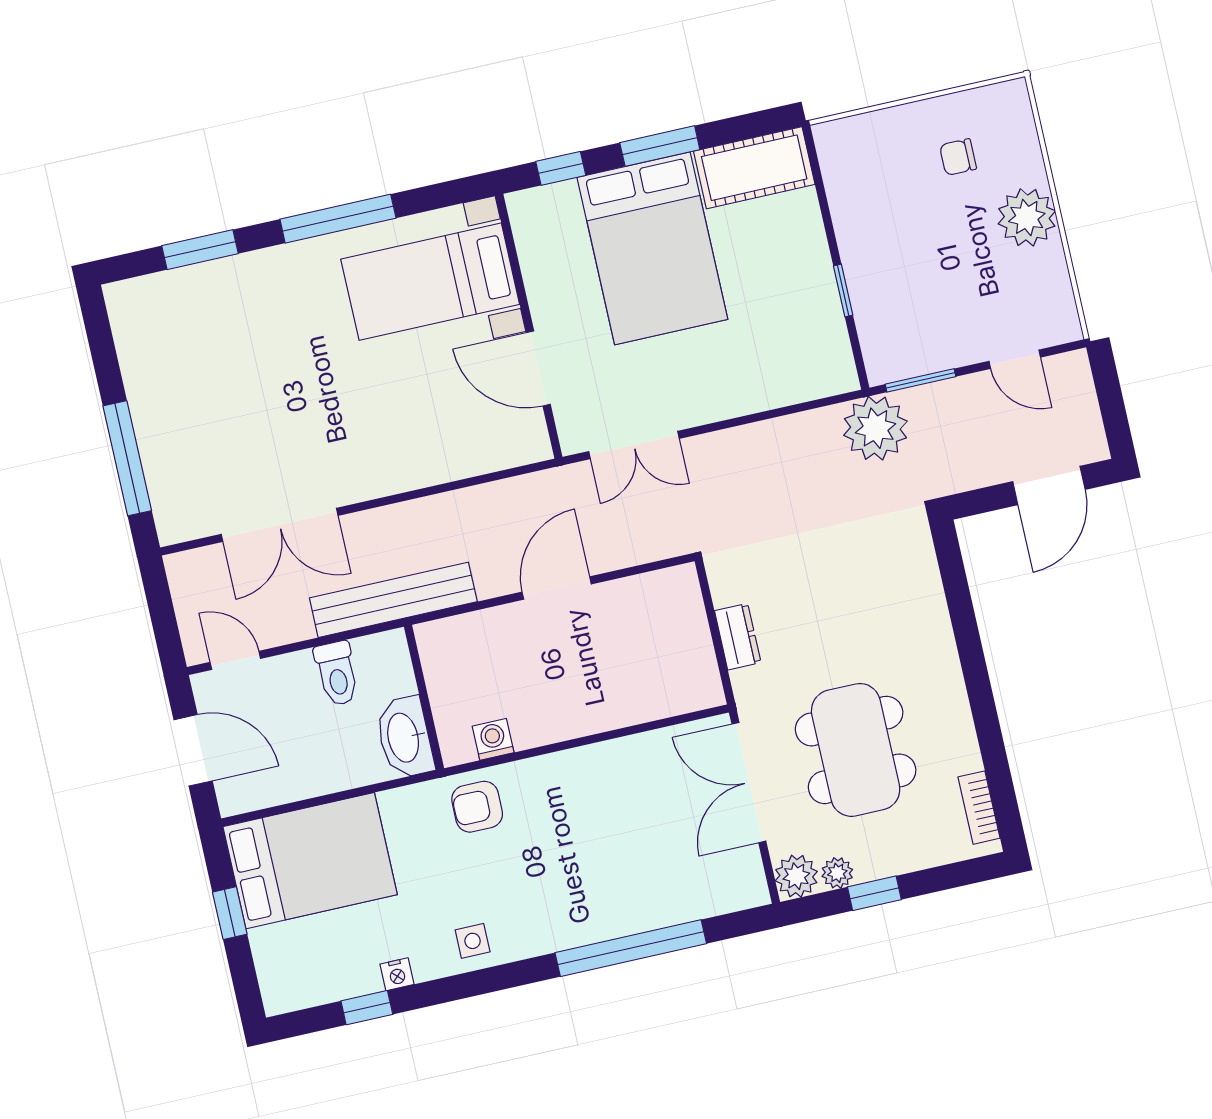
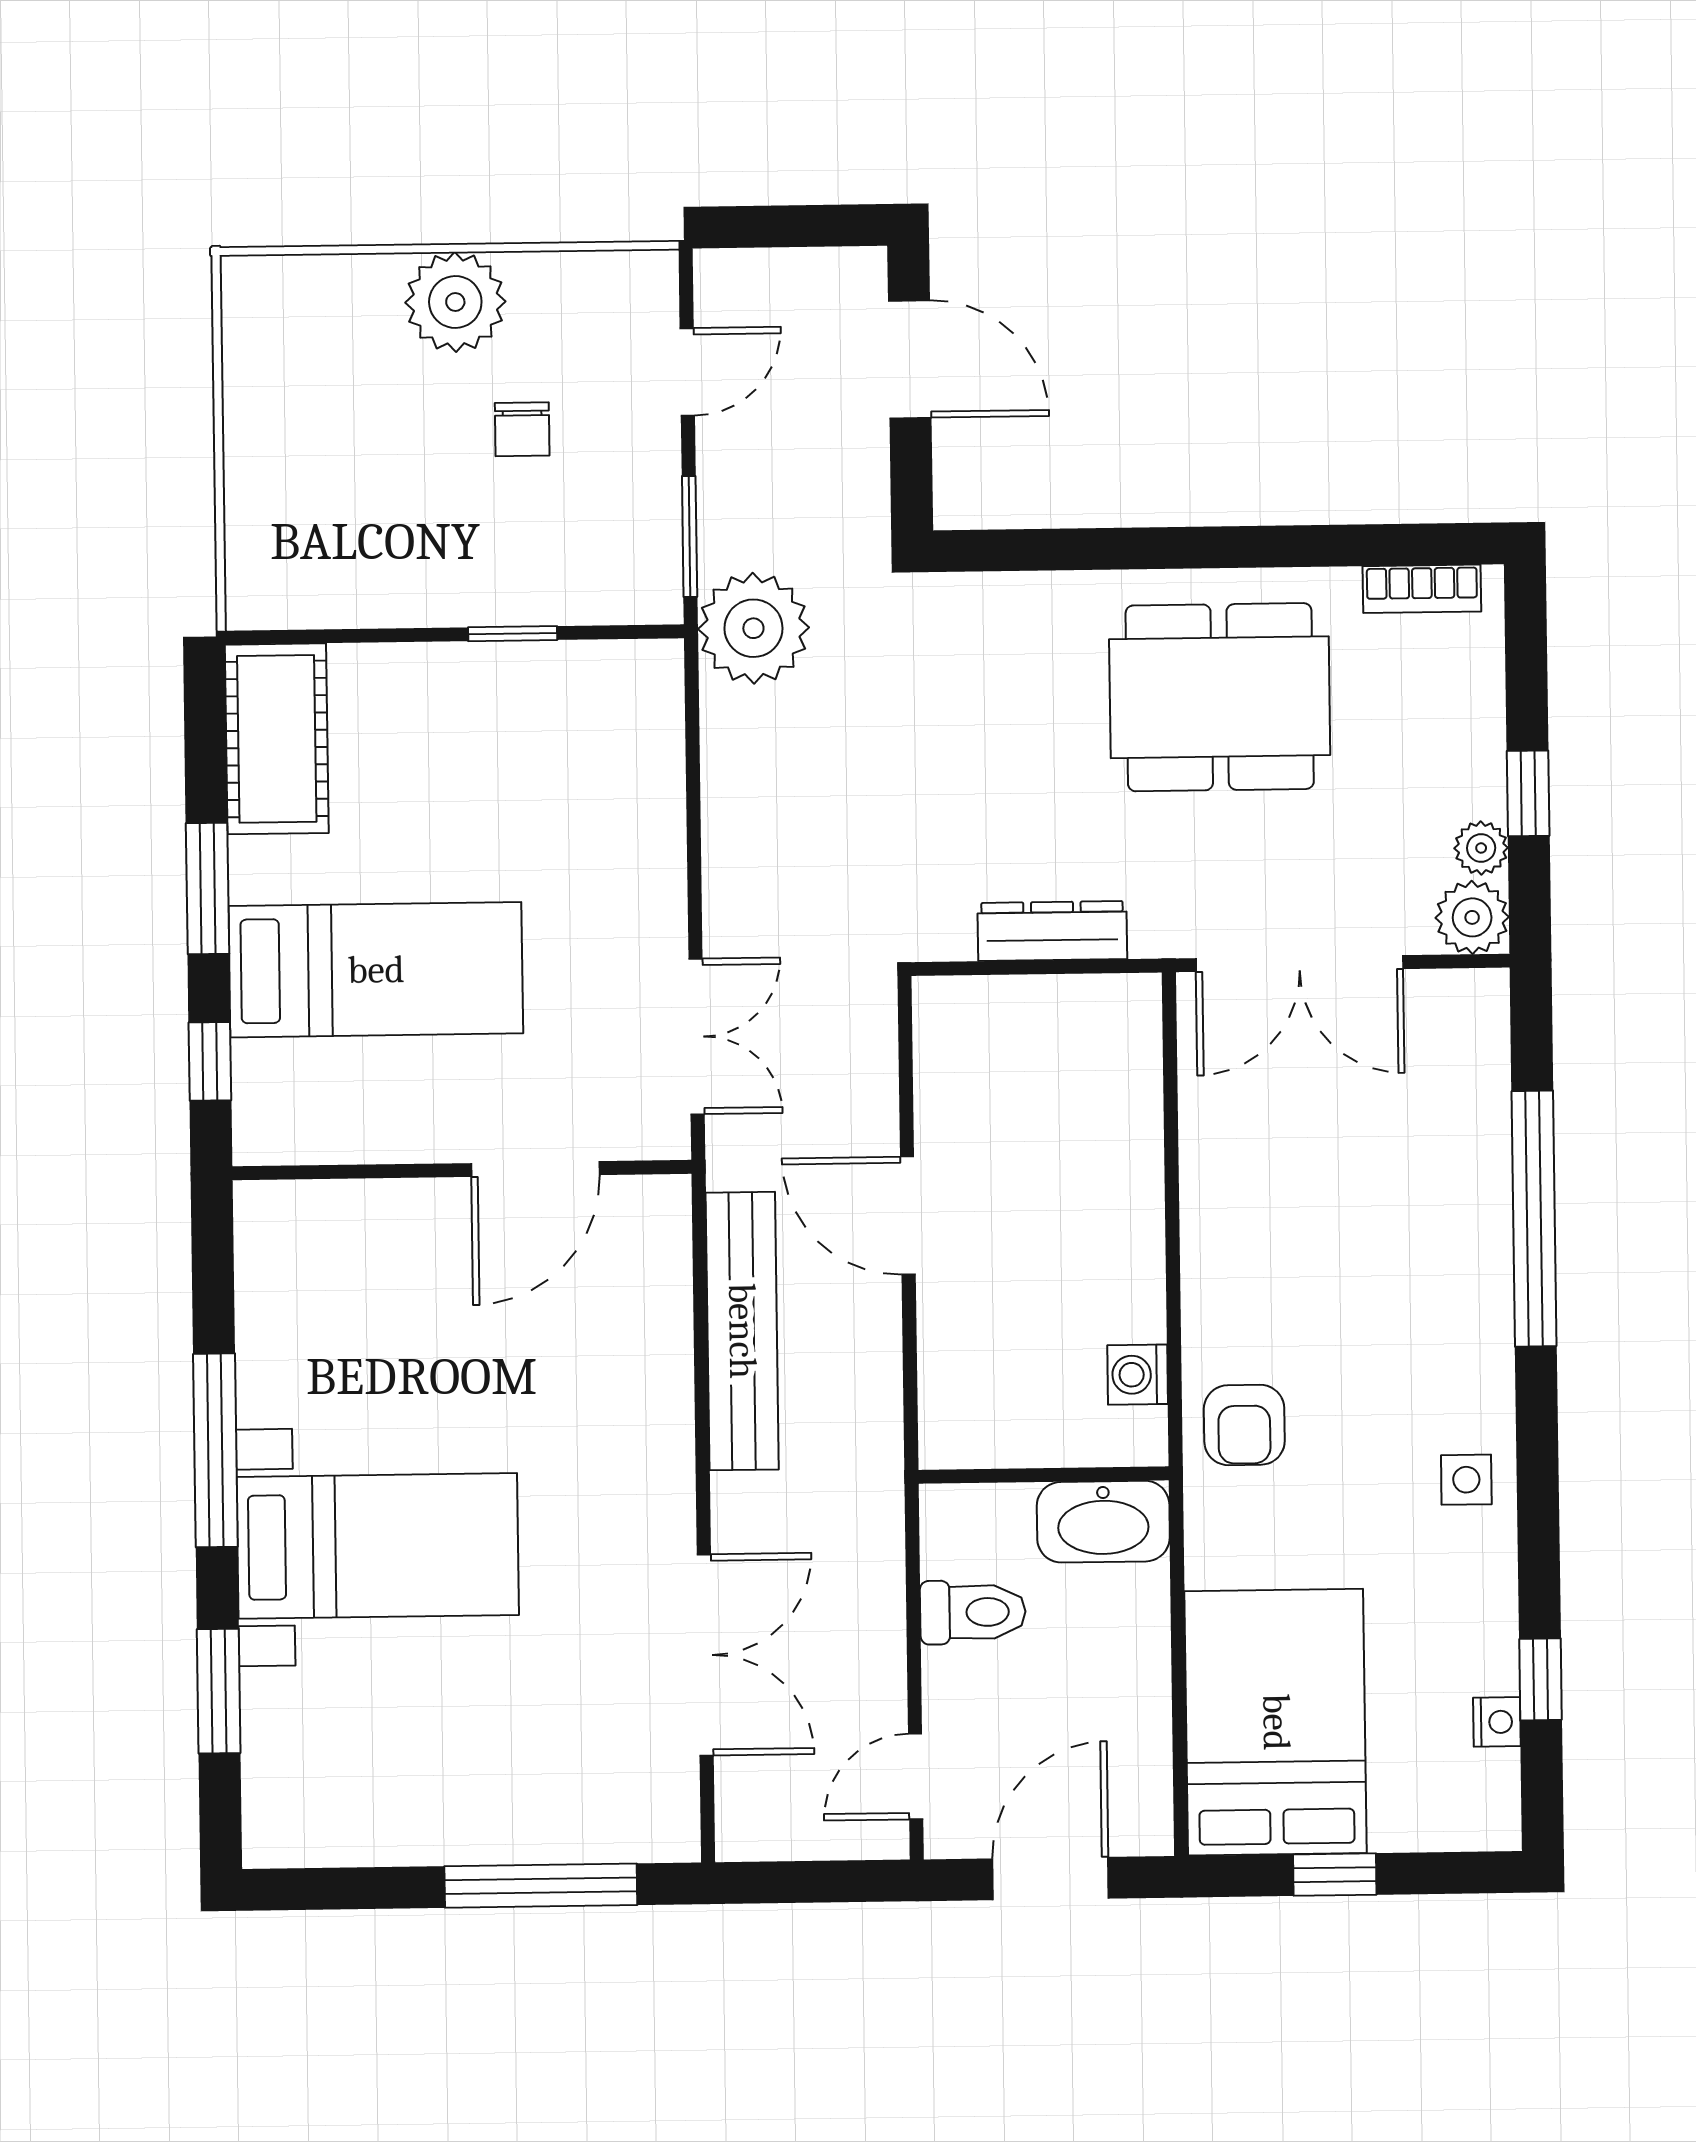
chair: (958, 157) -> (522, 429), moved
bed: (652, 248) -> (376, 970), width x0.67
bed with nightstands: (430, 282) -> (378, 1546), moved, turned -90
bench: (393, 600) -> (742, 1331), moved
dresser: (738, 637) -> (1052, 931), width x1.44
dining table: (856, 750) -> (1220, 697), moved
nightstand: (397, 974) -> (1497, 1722), moved

